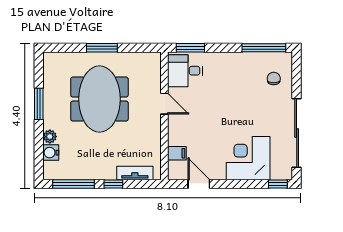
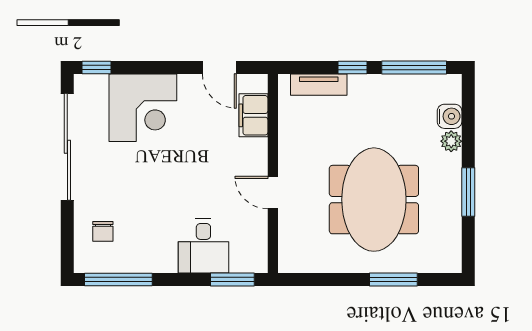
window: (102, 48) -> (393, 279), moved
desk: (185, 71) -> (203, 246), moved, turned 90
filing cabinet: (177, 153) -> (253, 115), width x2.00

